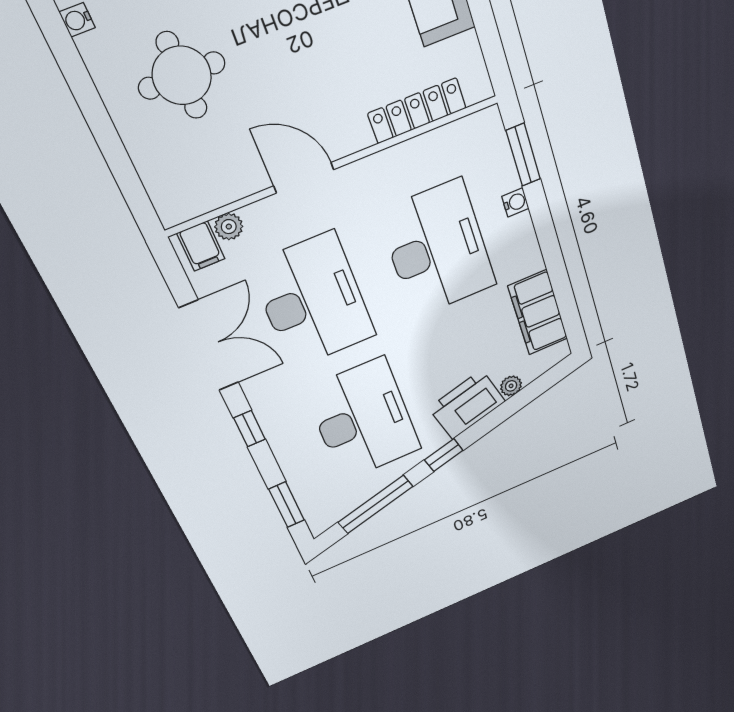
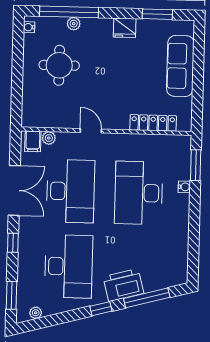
door: (304, 178) -> (91, 131), width x0.73
desk: (438, 249) -> (139, 193), turned 180
filing cabinet: (538, 313) -> (177, 251), removed
plant: (511, 386) -> (36, 313), moved
window: (375, 504) -> (147, 298), moved

